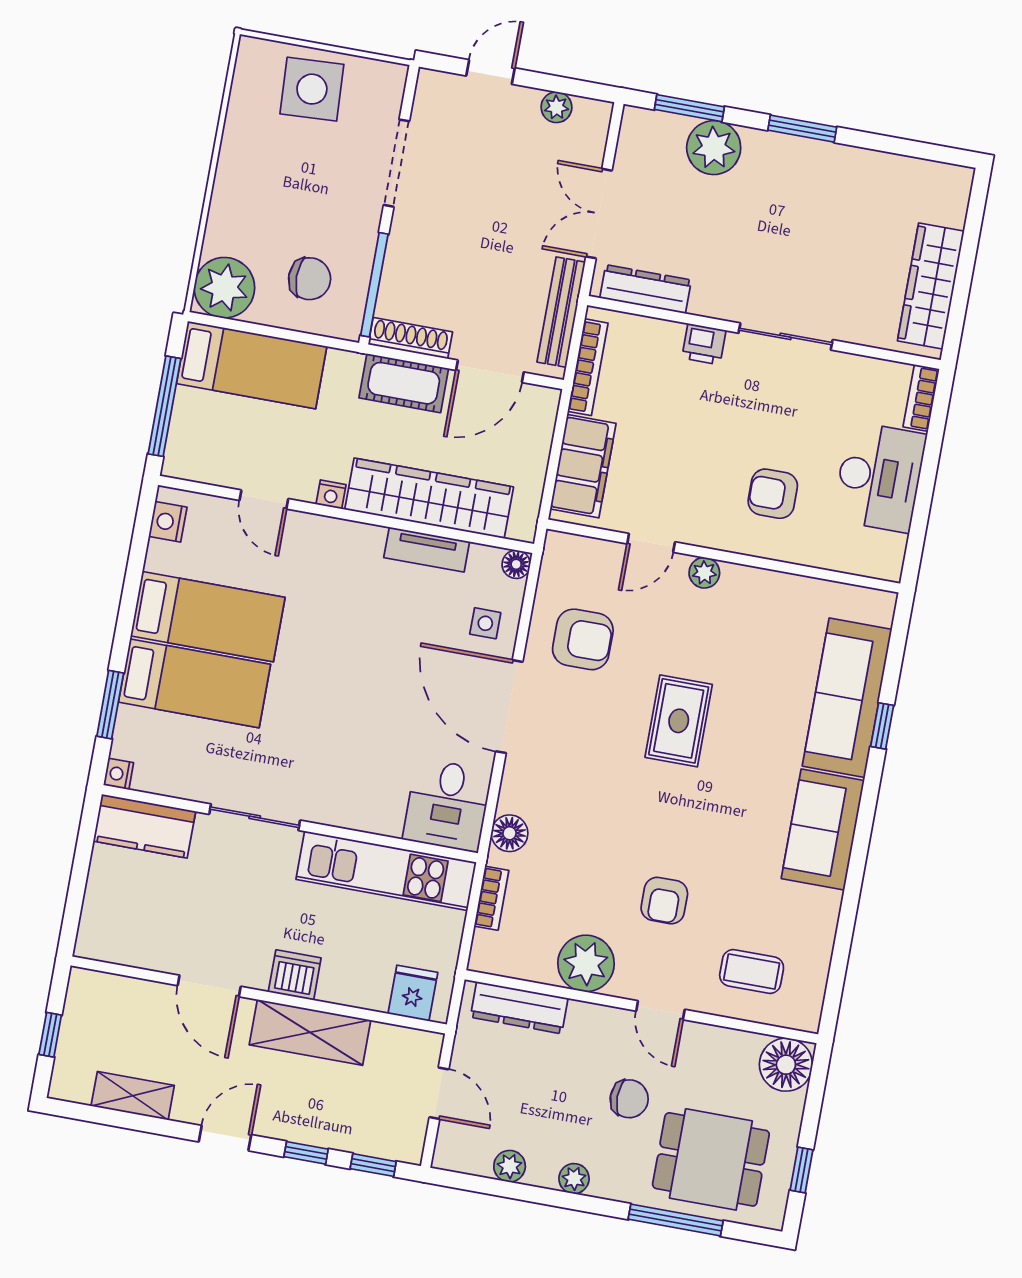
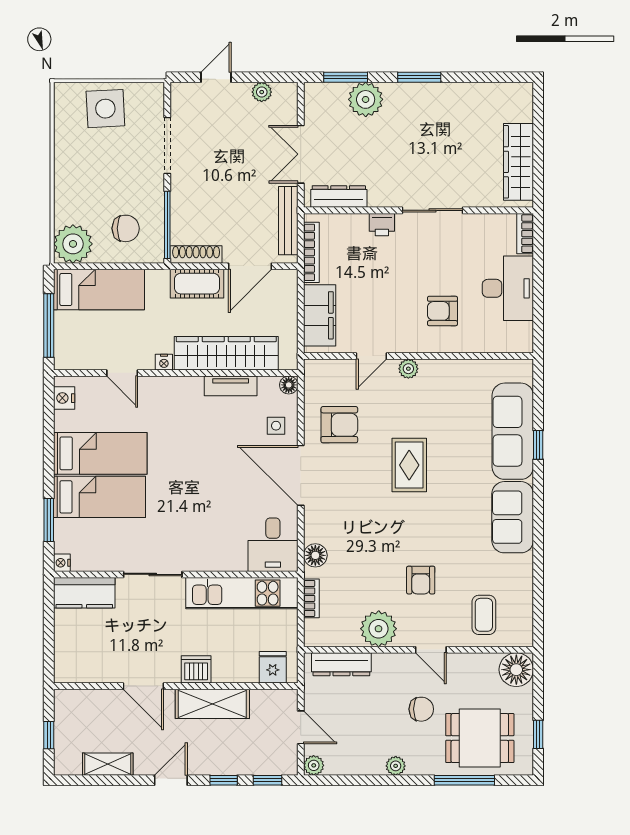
coffee table: (752, 972) -> (484, 615), turned 90
plant: (510, 1166) -> (314, 765), moved

